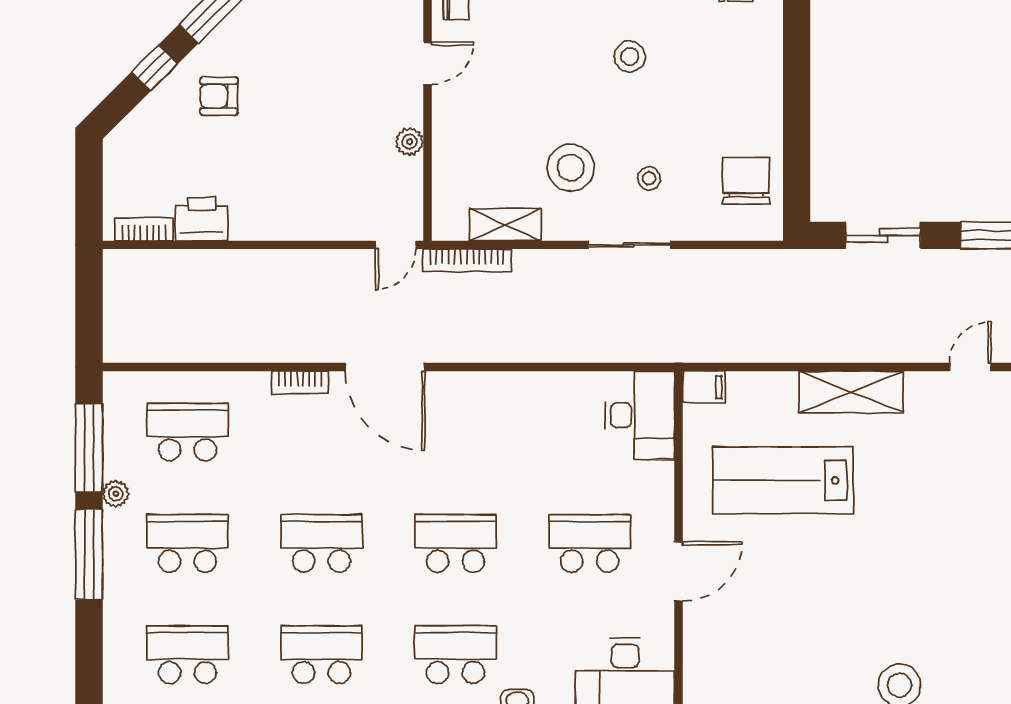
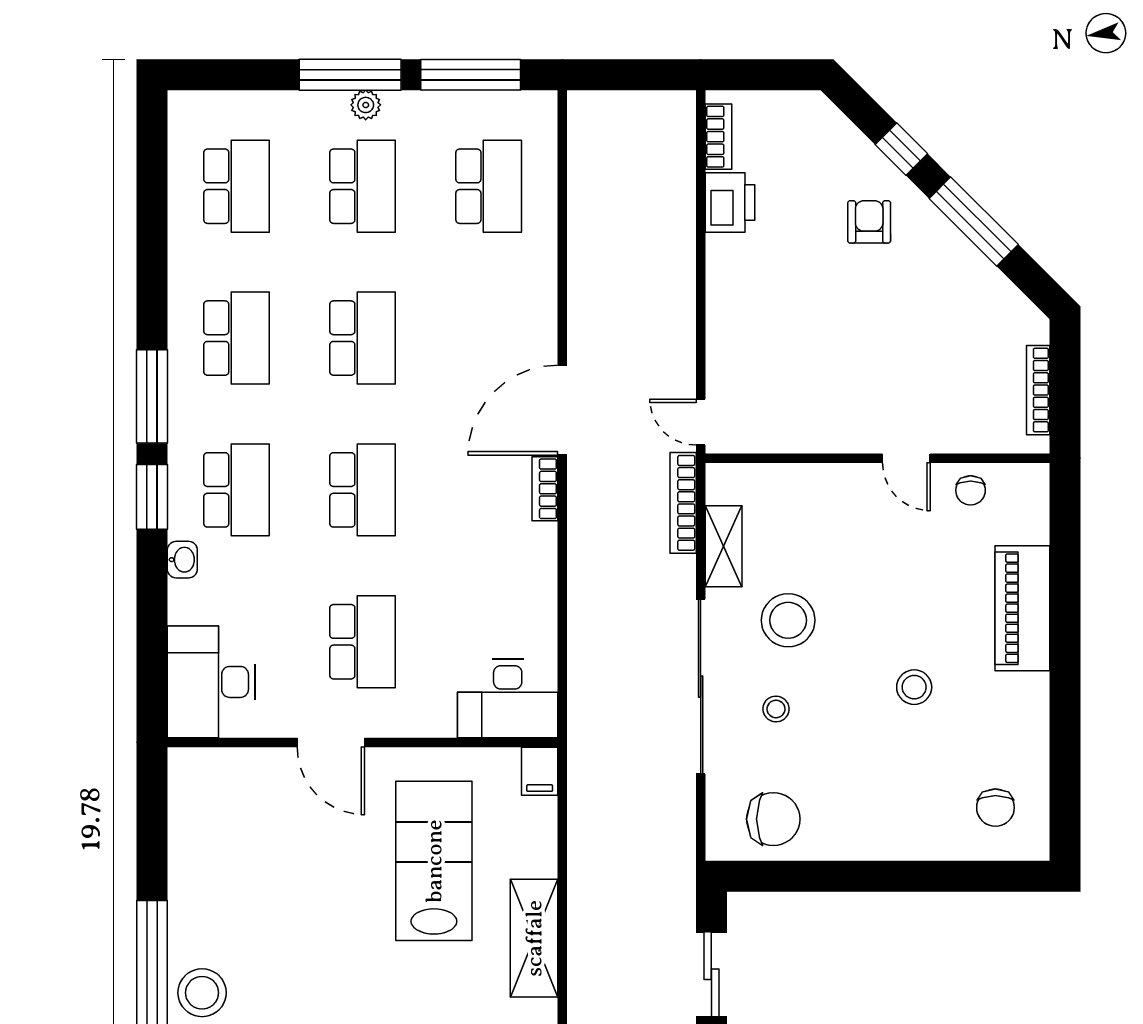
plant: (410, 142) -> (818, 438), removed
sliding door: (629, 245) -> (701, 687), width x1.86
bookcase: (300, 382) -> (545, 489), moved
plant: (116, 494) -> (366, 105), moved

